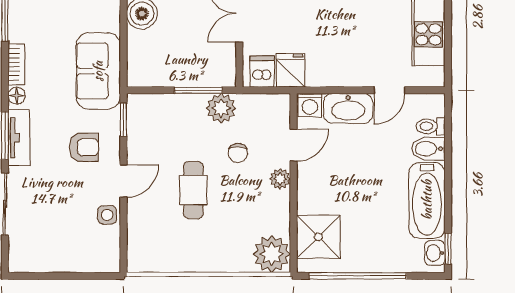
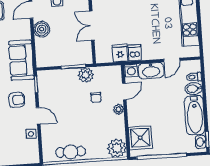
dishwasher: (262, 72) -> (135, 53), moved
door: (123, 181) -> (38, 116), hinge flipped
cafe table: (193, 190) -> (71, 152), moved, turned 90

